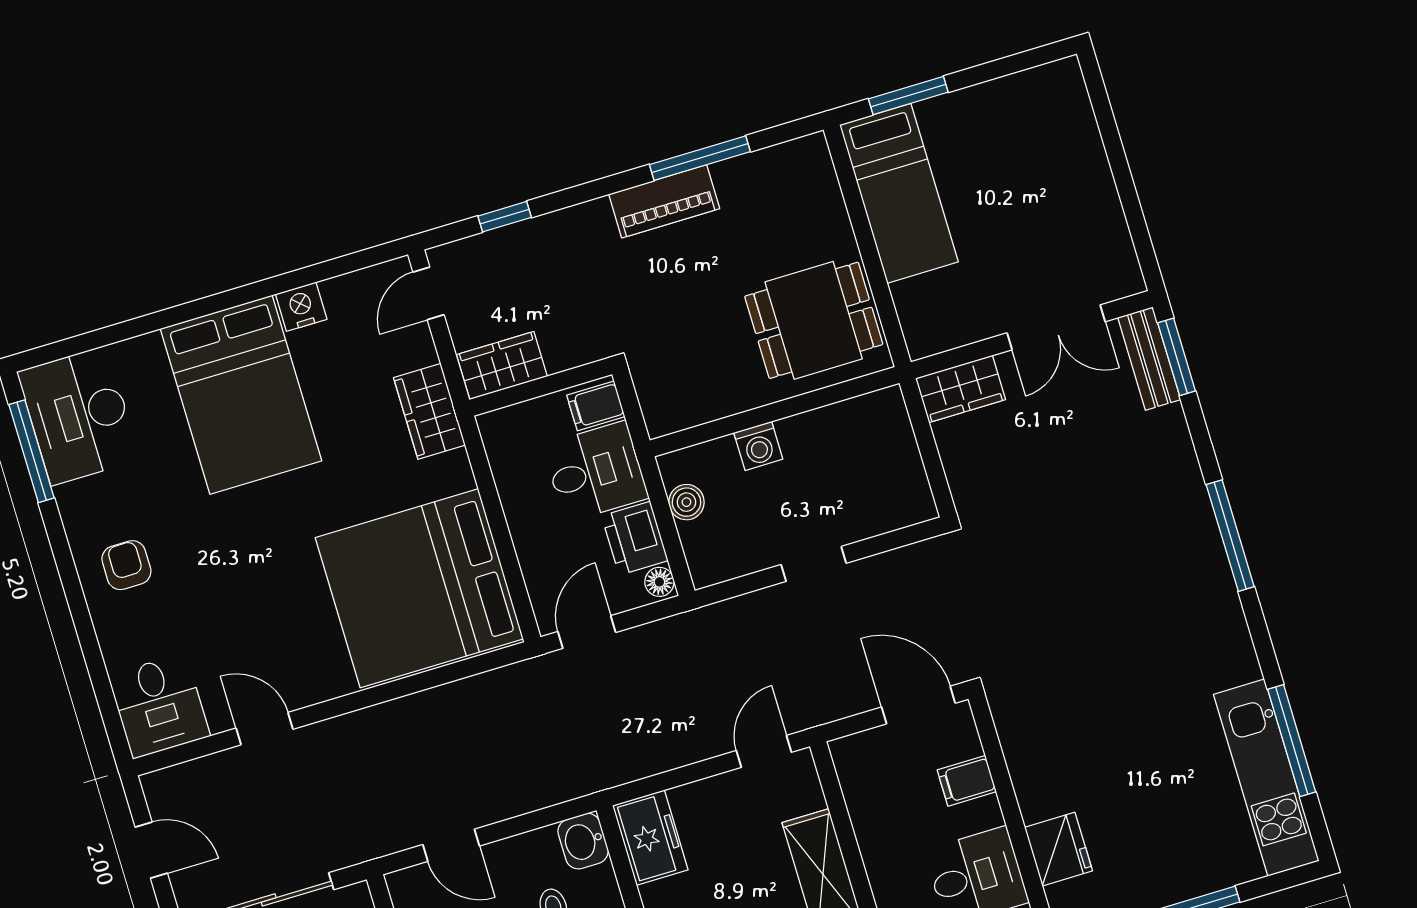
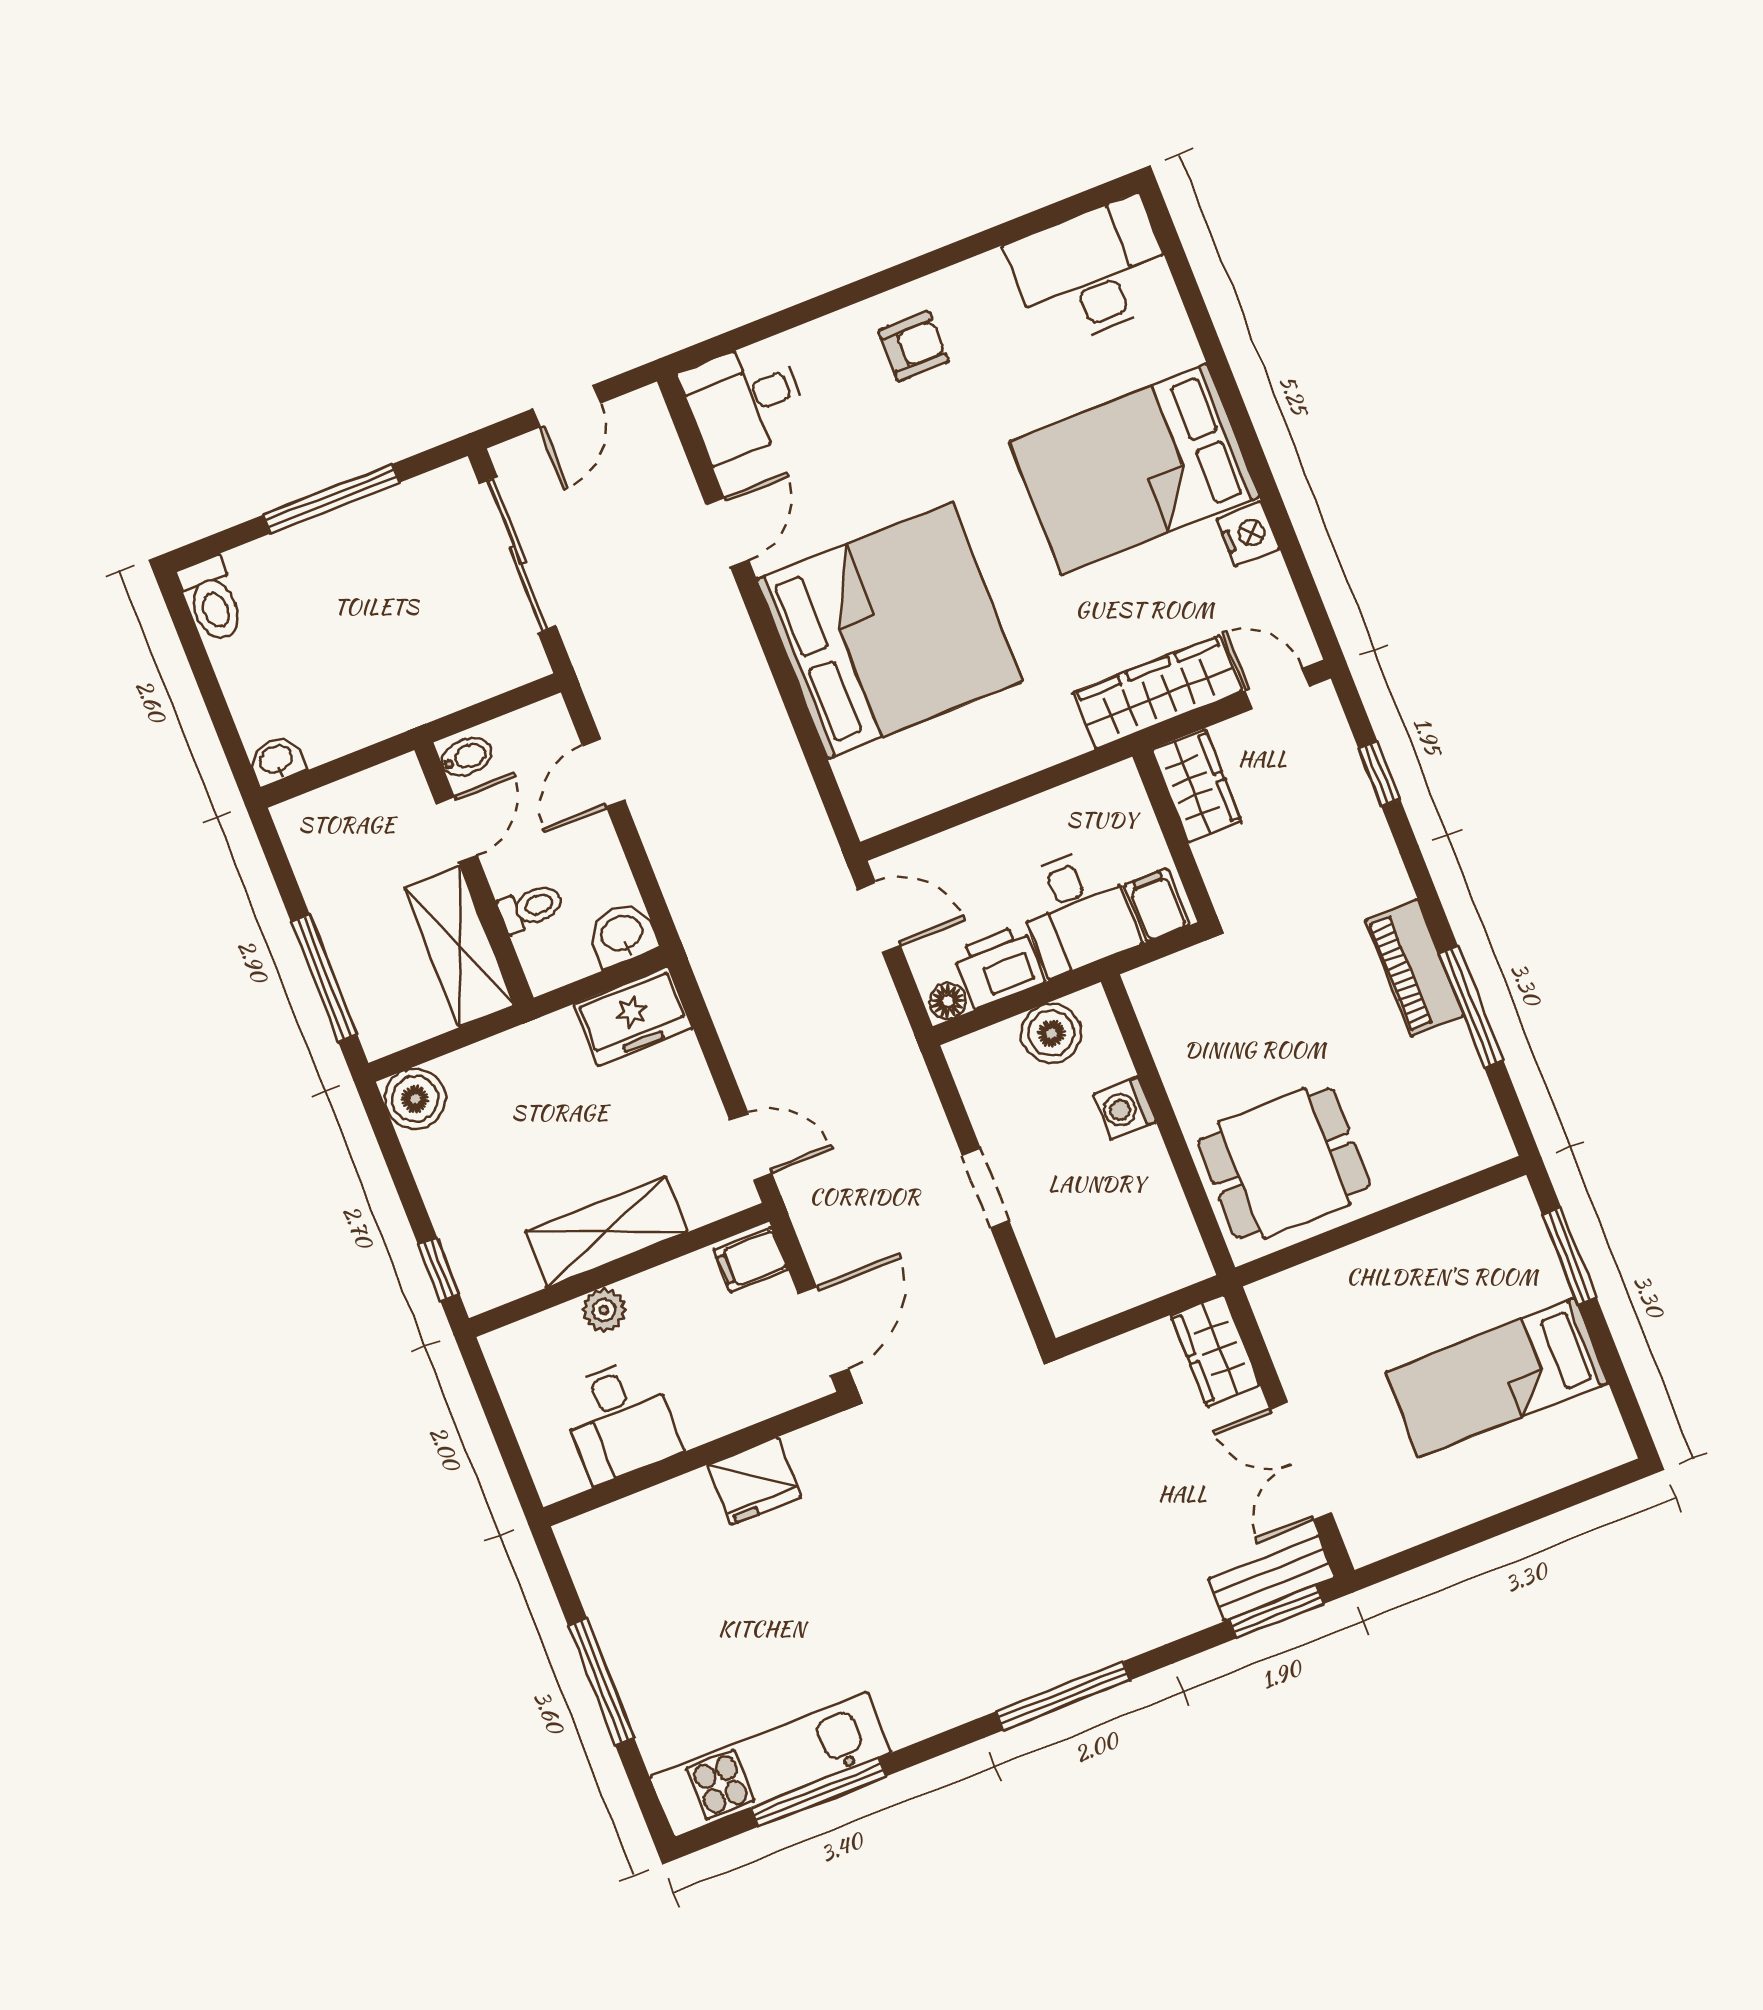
bed: (899, 193) -> (1497, 1378), moved
dining table: (814, 320) -> (1284, 1163), turned 90
wardrobe: (429, 411) -> (1157, 692), width x1.50
window: (32, 451) -> (1043, 218), removed
boiler: (686, 502) -> (1051, 1033), width x1.36, depth x1.36
bed: (419, 588) -> (890, 630), moved, turned 90
filing cabinet: (967, 781) -> (751, 1260), moved, turned -90
fridge: (1058, 849) -> (754, 1481), moved
plant: (886, 881) -> (604, 1310), added

